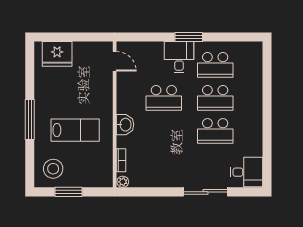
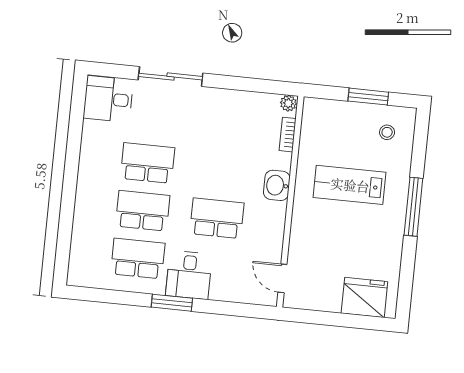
stool: (53, 169) -> (387, 132), width x0.53, depth x0.53

